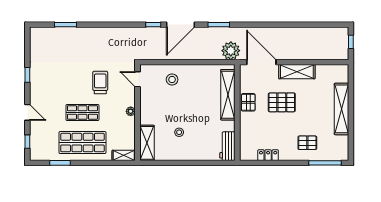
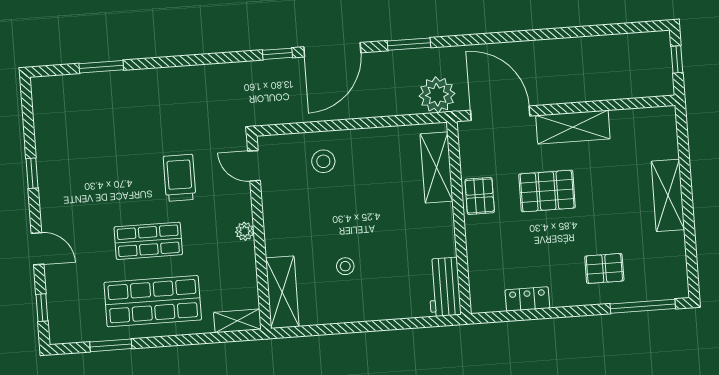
shelving: (228, 95) -> (437, 168), width x0.68
shelving: (341, 109) -> (668, 195), width x0.68

